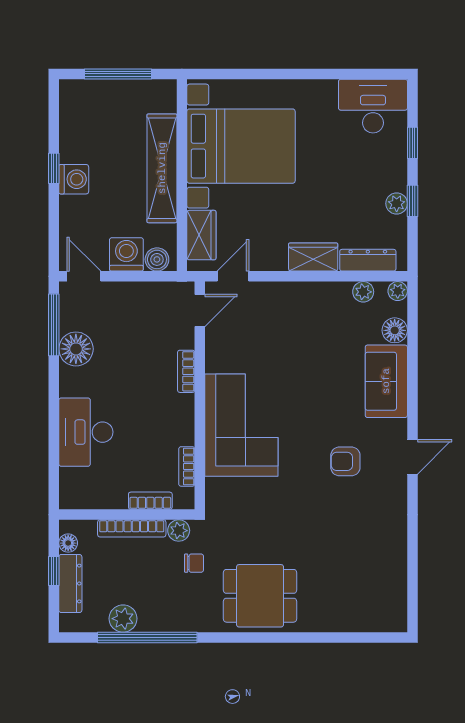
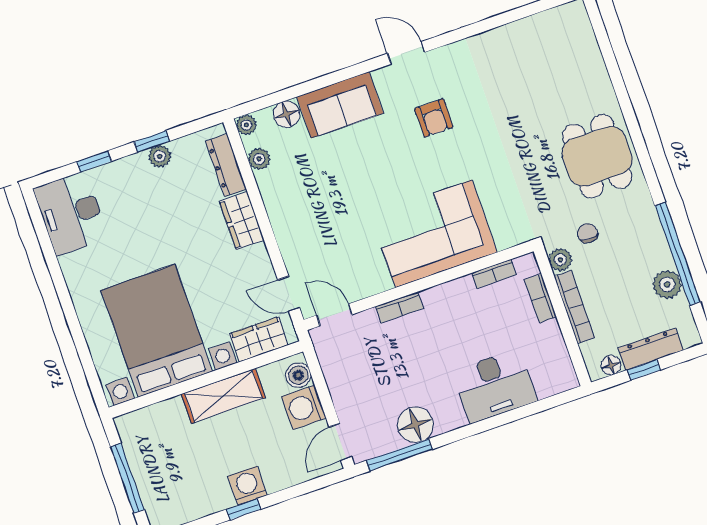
shelving: (162, 168) -> (223, 396), width x0.68

